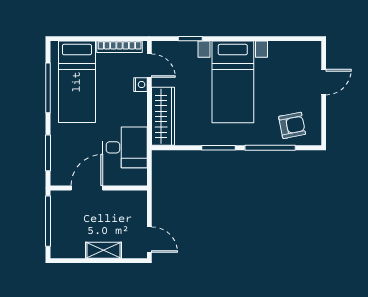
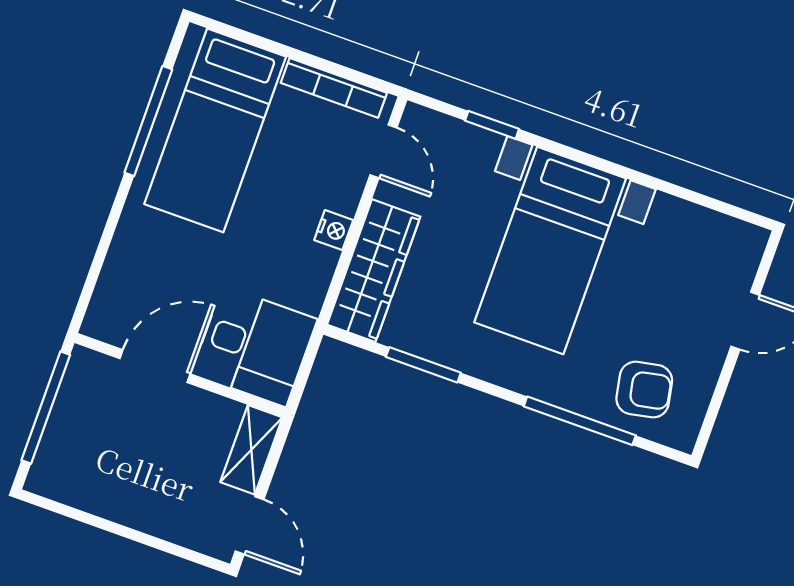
nightstand: (140, 85) -> (334, 230), moved
desk: (125, 147) -> (254, 346), moved
window: (218, 148) -> (423, 365), moved
window: (48, 153) -> (98, 261), removed
shelving: (104, 250) -> (251, 450), moved, turned 90

